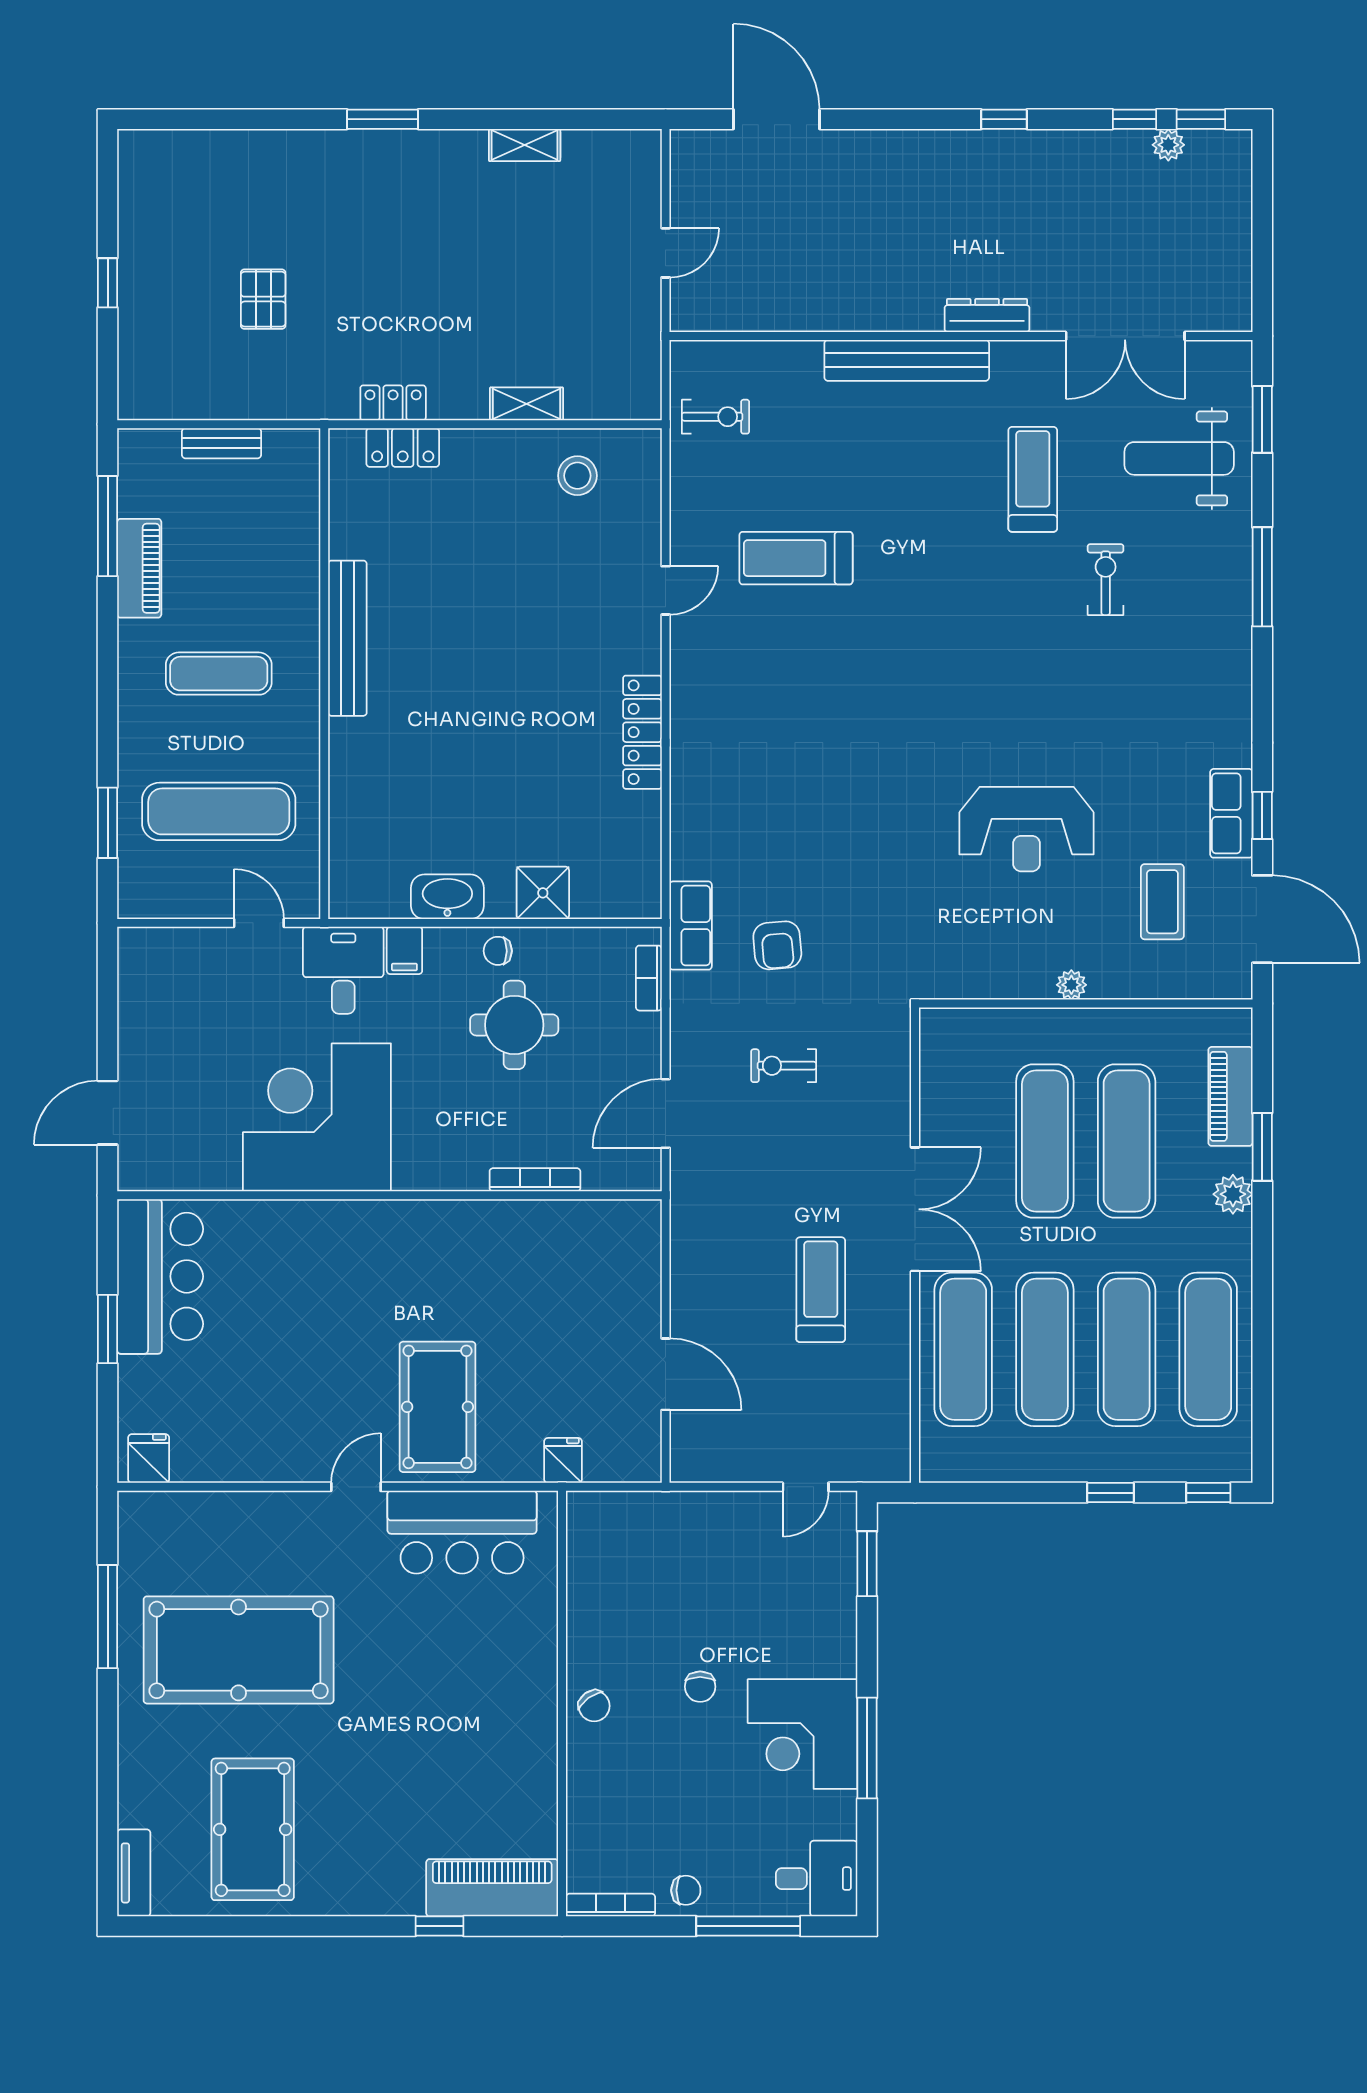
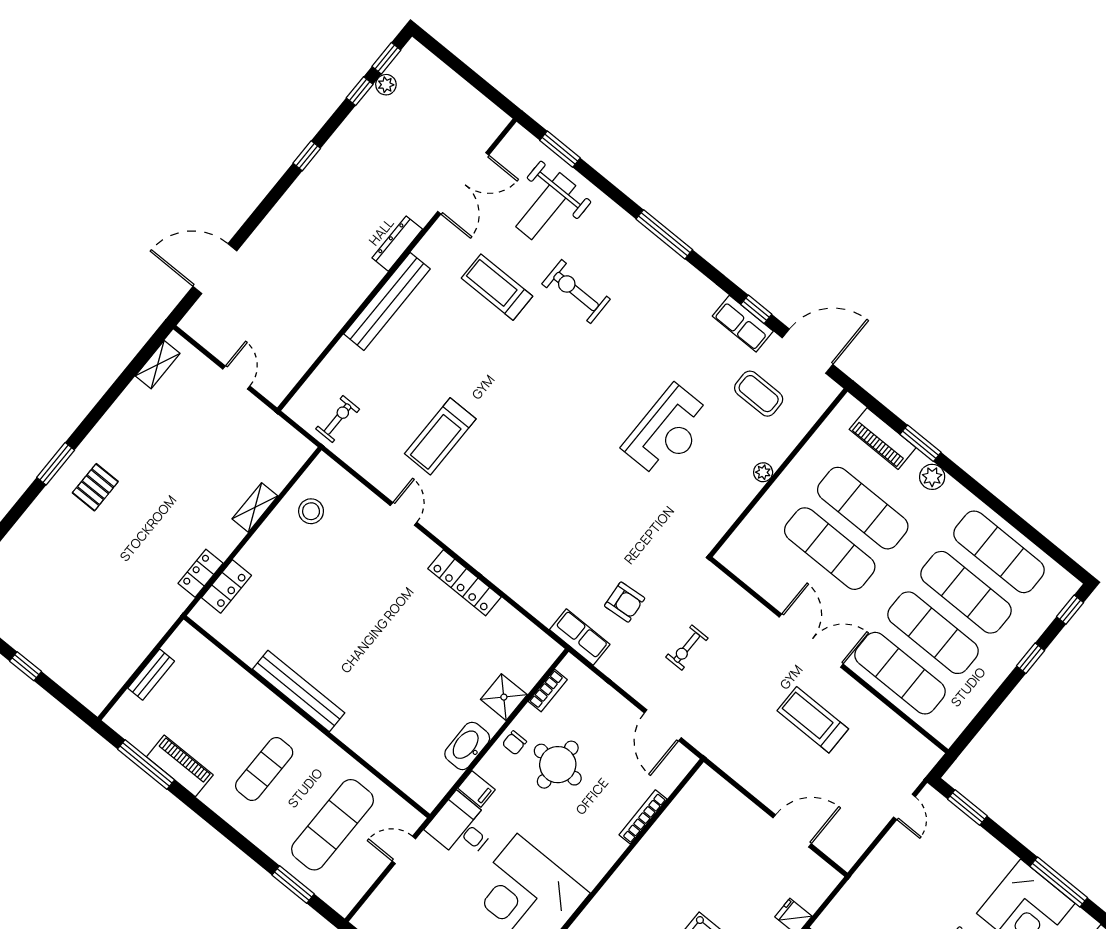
shelving: (525, 145) -> (158, 365), moved
pallet: (263, 299) -> (95, 487), moved, turned 90
window: (1262, 577) -> (664, 234), moved
exercise bike: (1106, 580) -> (576, 292), width x1.38, depth x1.39
bookcase: (649, 978) -> (548, 691), moved, turned -90

